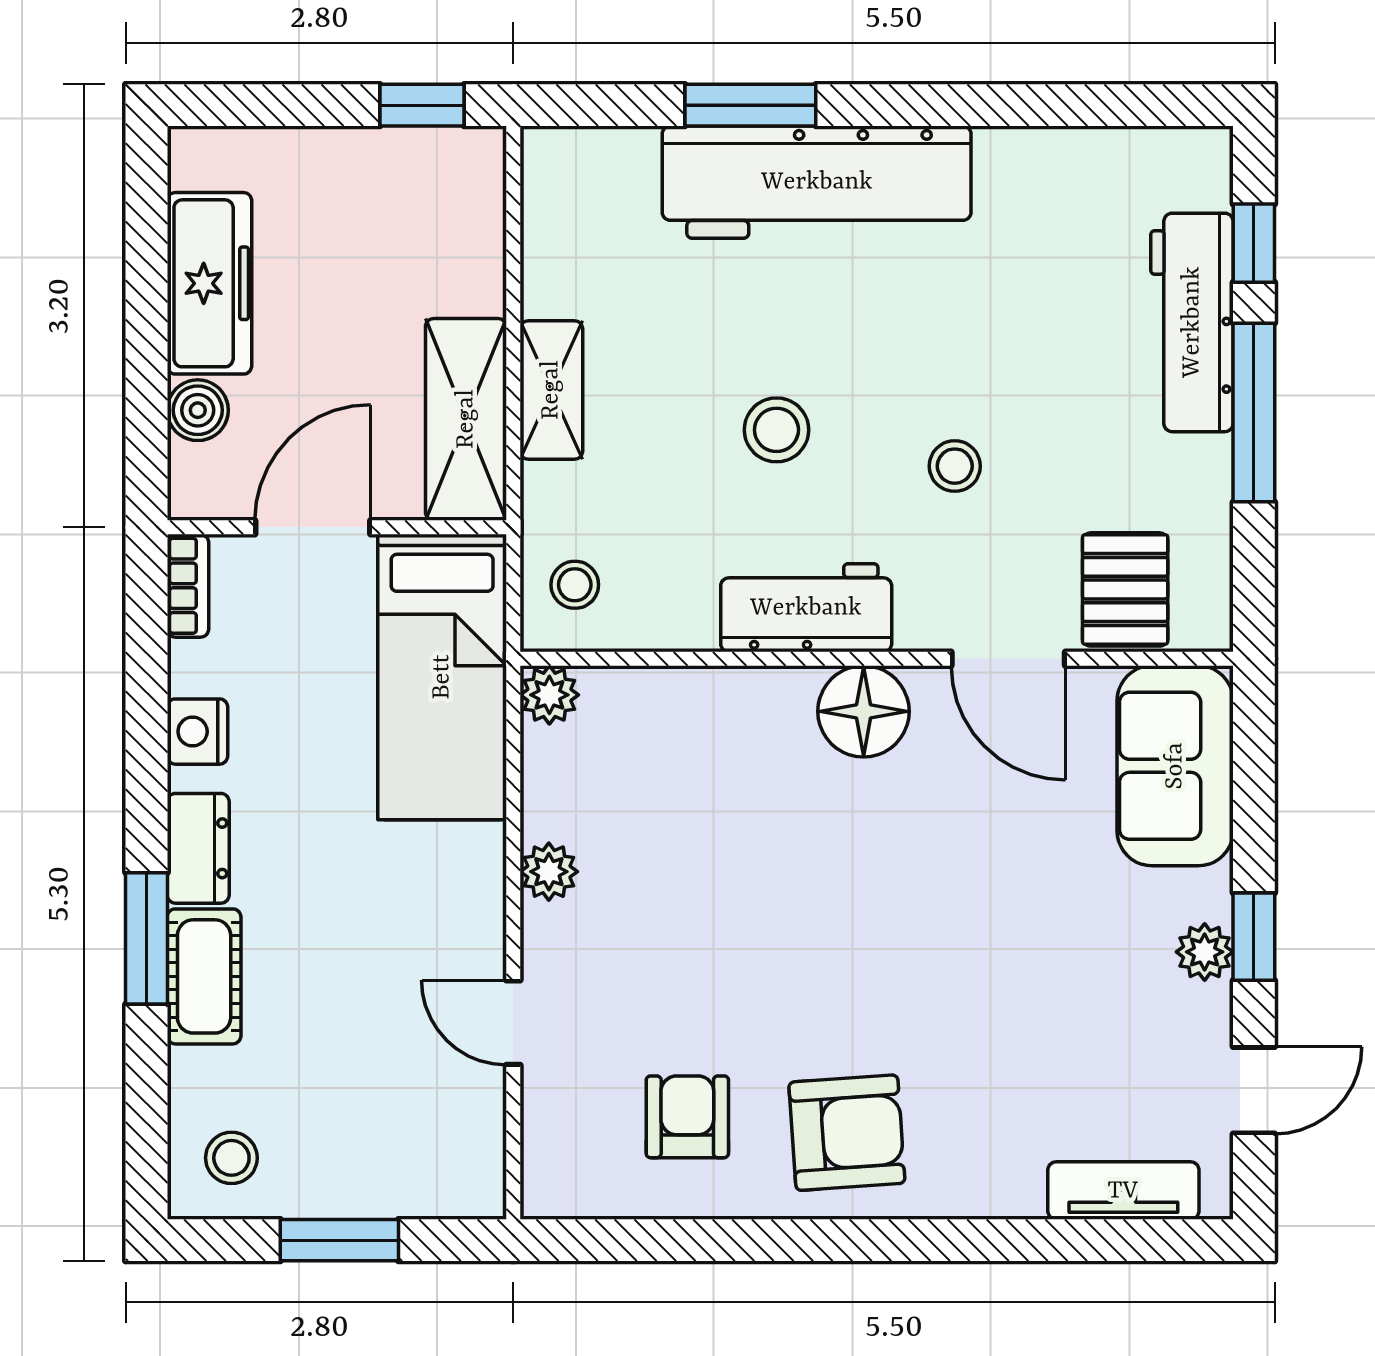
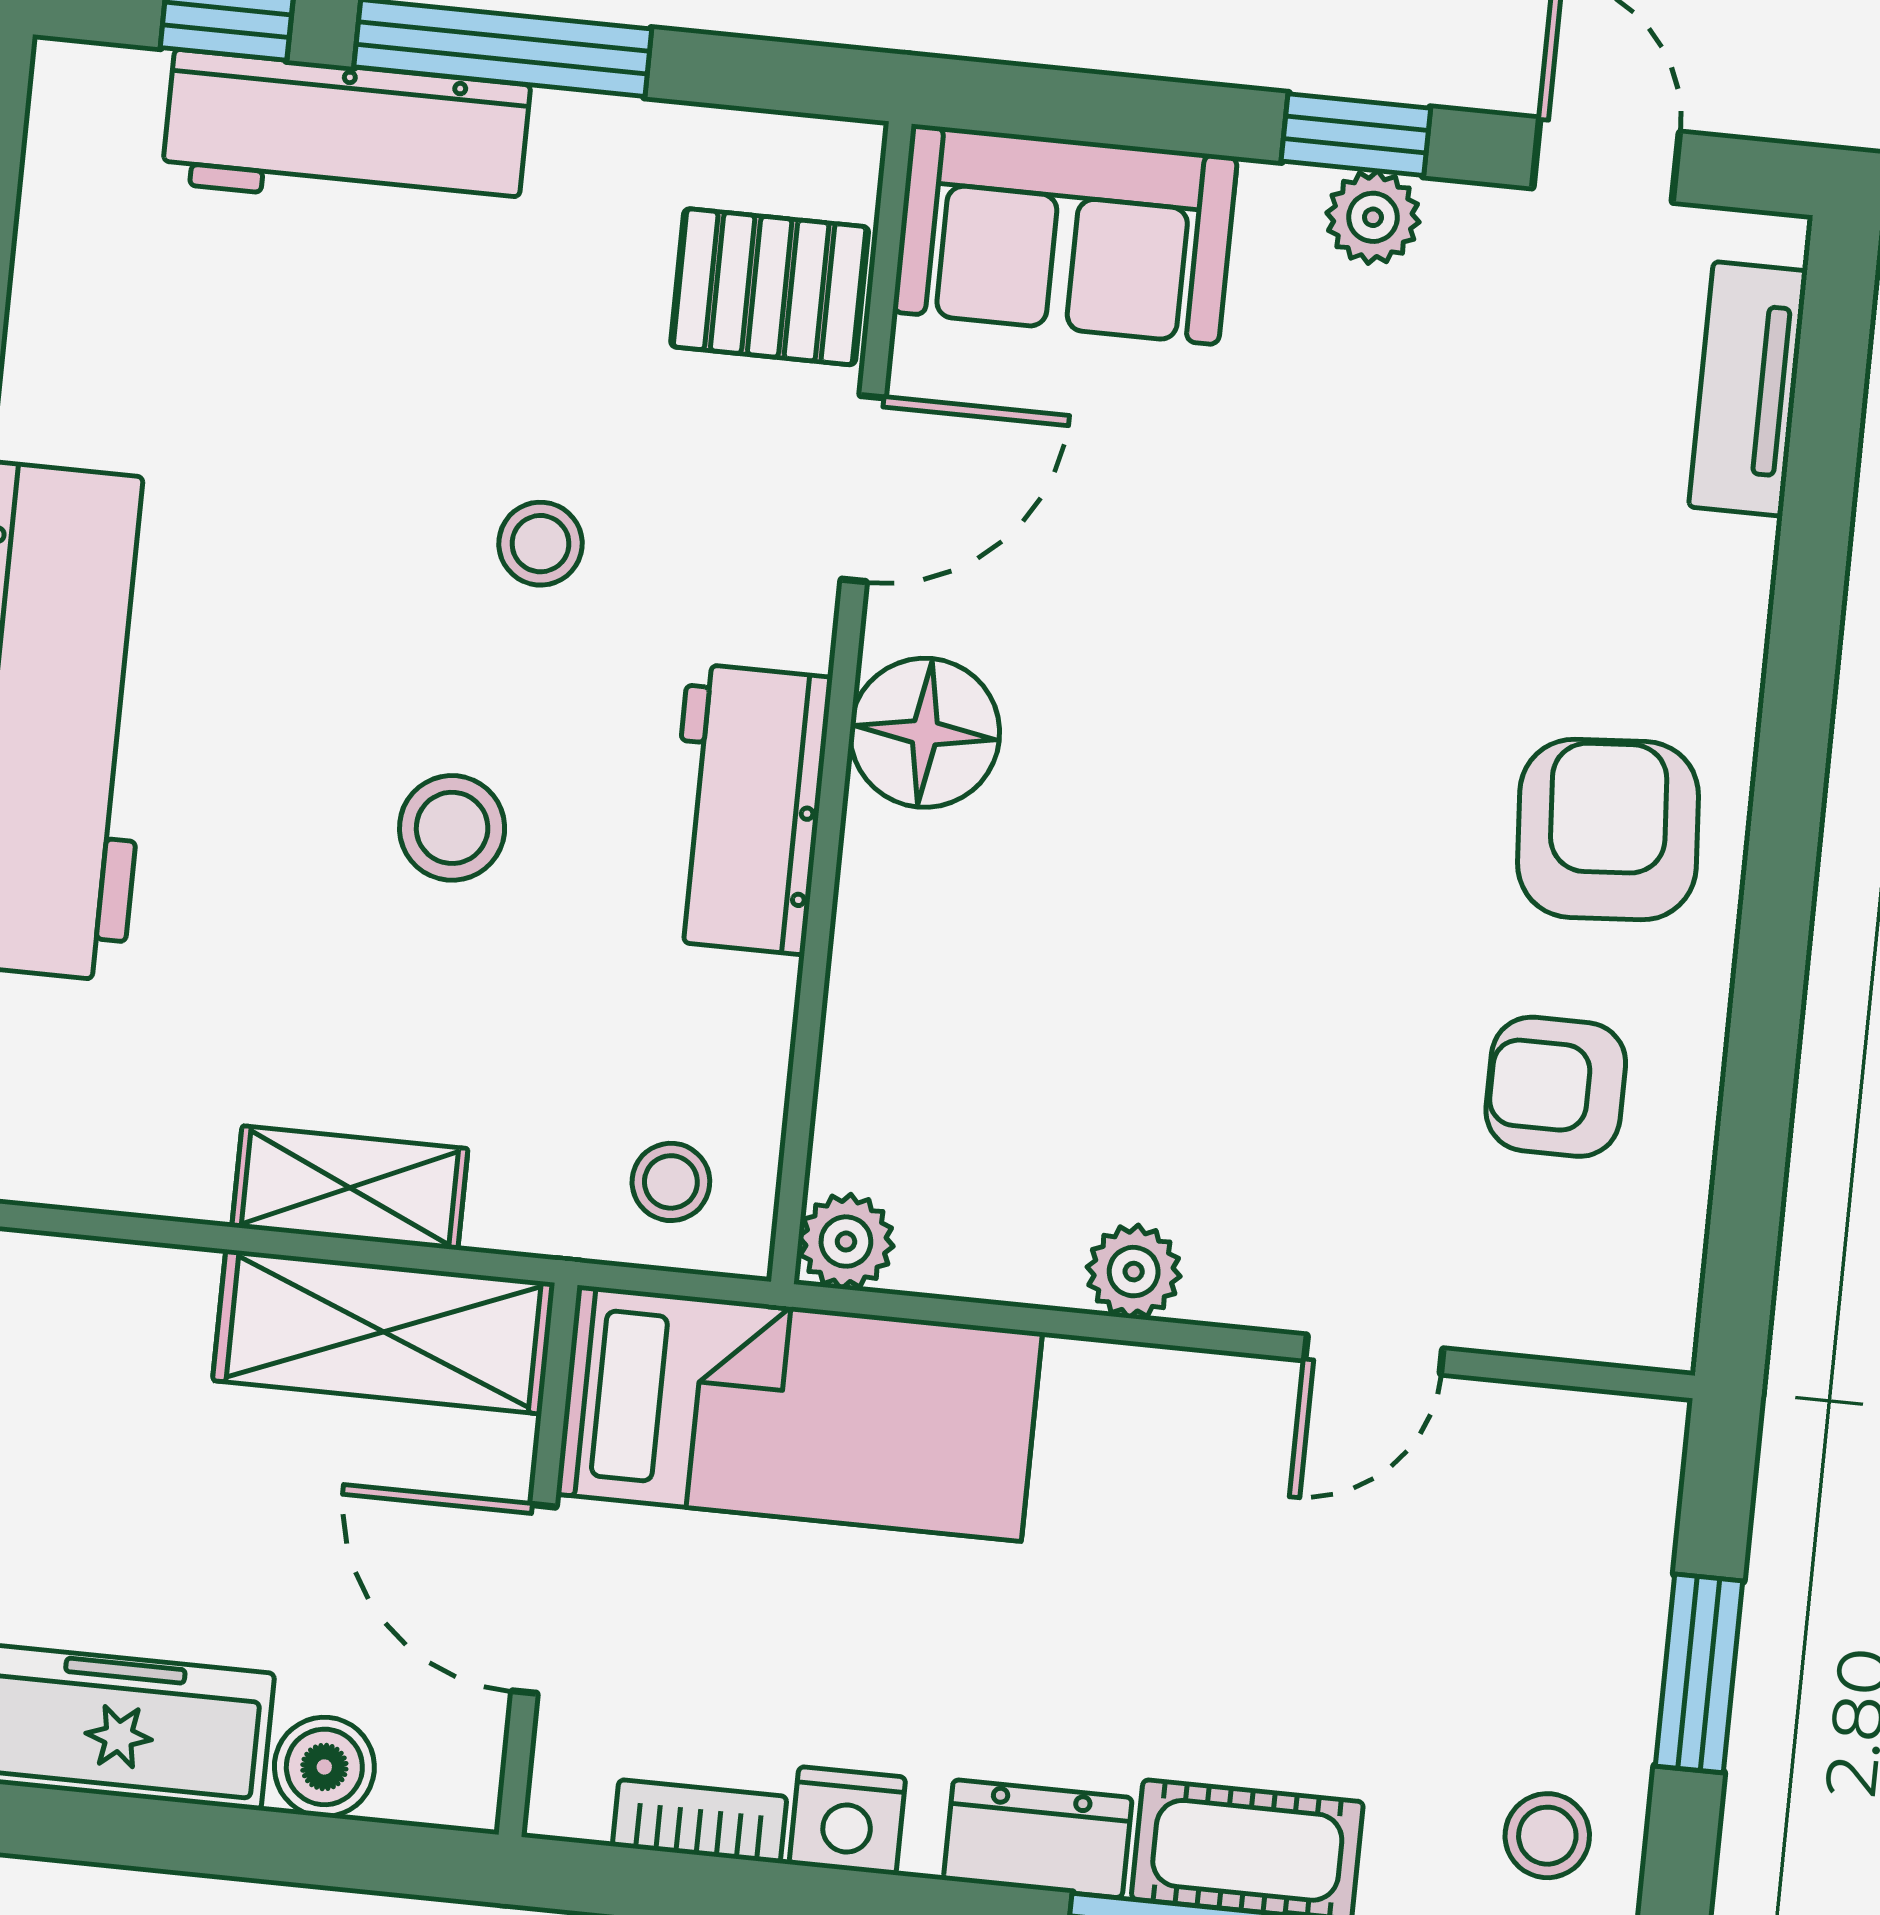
bookcase: (188, 586) -> (700, 1821), moved

